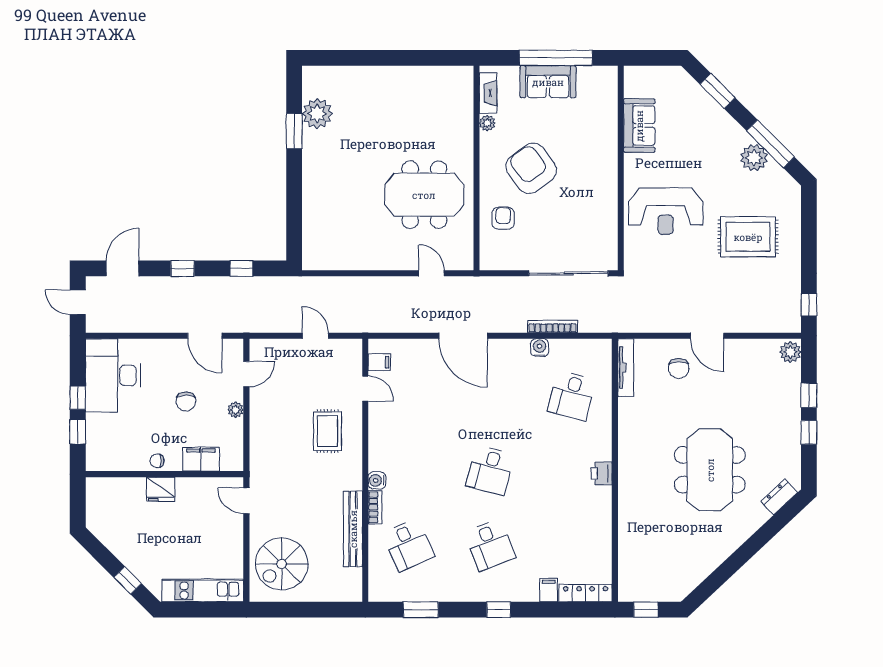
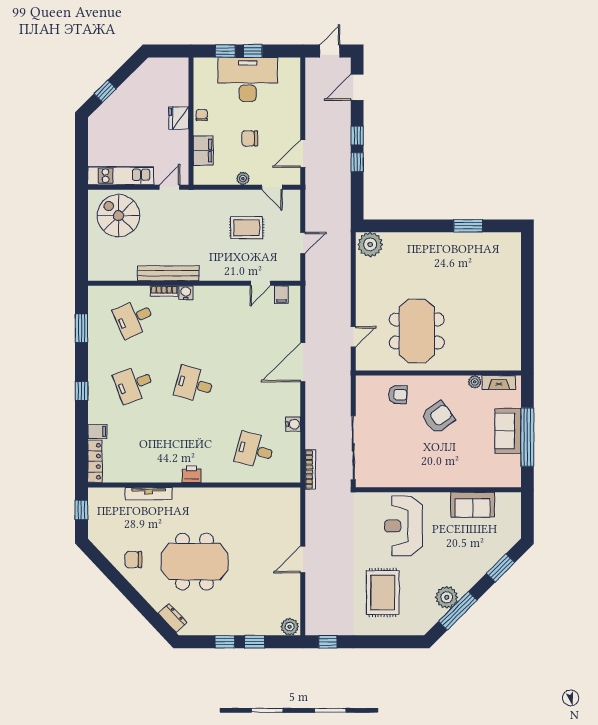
plant: (317, 114) -> (370, 244), moved
armchair: (531, 168) -> (438, 417), width x0.73, depth x0.73
door: (123, 268) -> (357, 87), swing flipped
window: (242, 268) -> (357, 162), moved
bookcase: (553, 326) -> (310, 469), moved
tv unit: (626, 368) -> (149, 494), moved
chair: (679, 368) -> (133, 560), moved
desk: (113, 375) -> (248, 79), moved
rug: (327, 431) -> (247, 228), moved
bench: (353, 529) -> (168, 273), moved
kitchen unit: (203, 590) -> (121, 176), moved, turned -90

